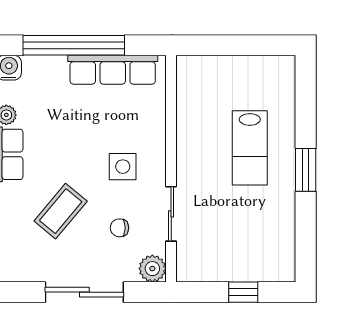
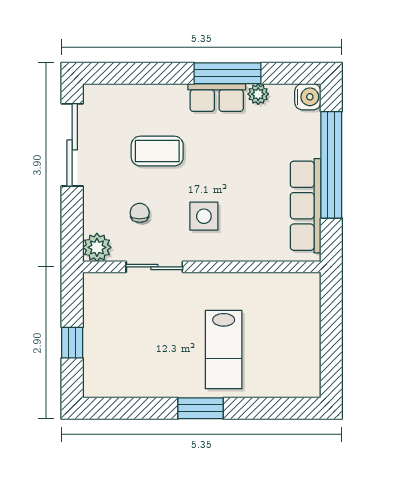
lab bench: (250, 148) -> (224, 350), turned -90
coffee table: (61, 211) -> (157, 151), turned -40
sliding door: (84, 292) -> (72, 145), moved

